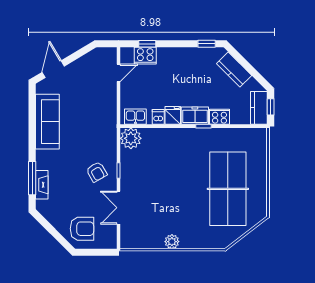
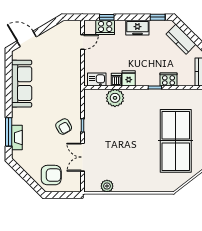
door: (53, 69) -> (27, 39), hinge flipped
freezer: (195, 116) -> (137, 28), moved, turned 180
plant: (131, 138) -> (115, 98), moved
plant: (172, 242) -> (107, 186), moved

